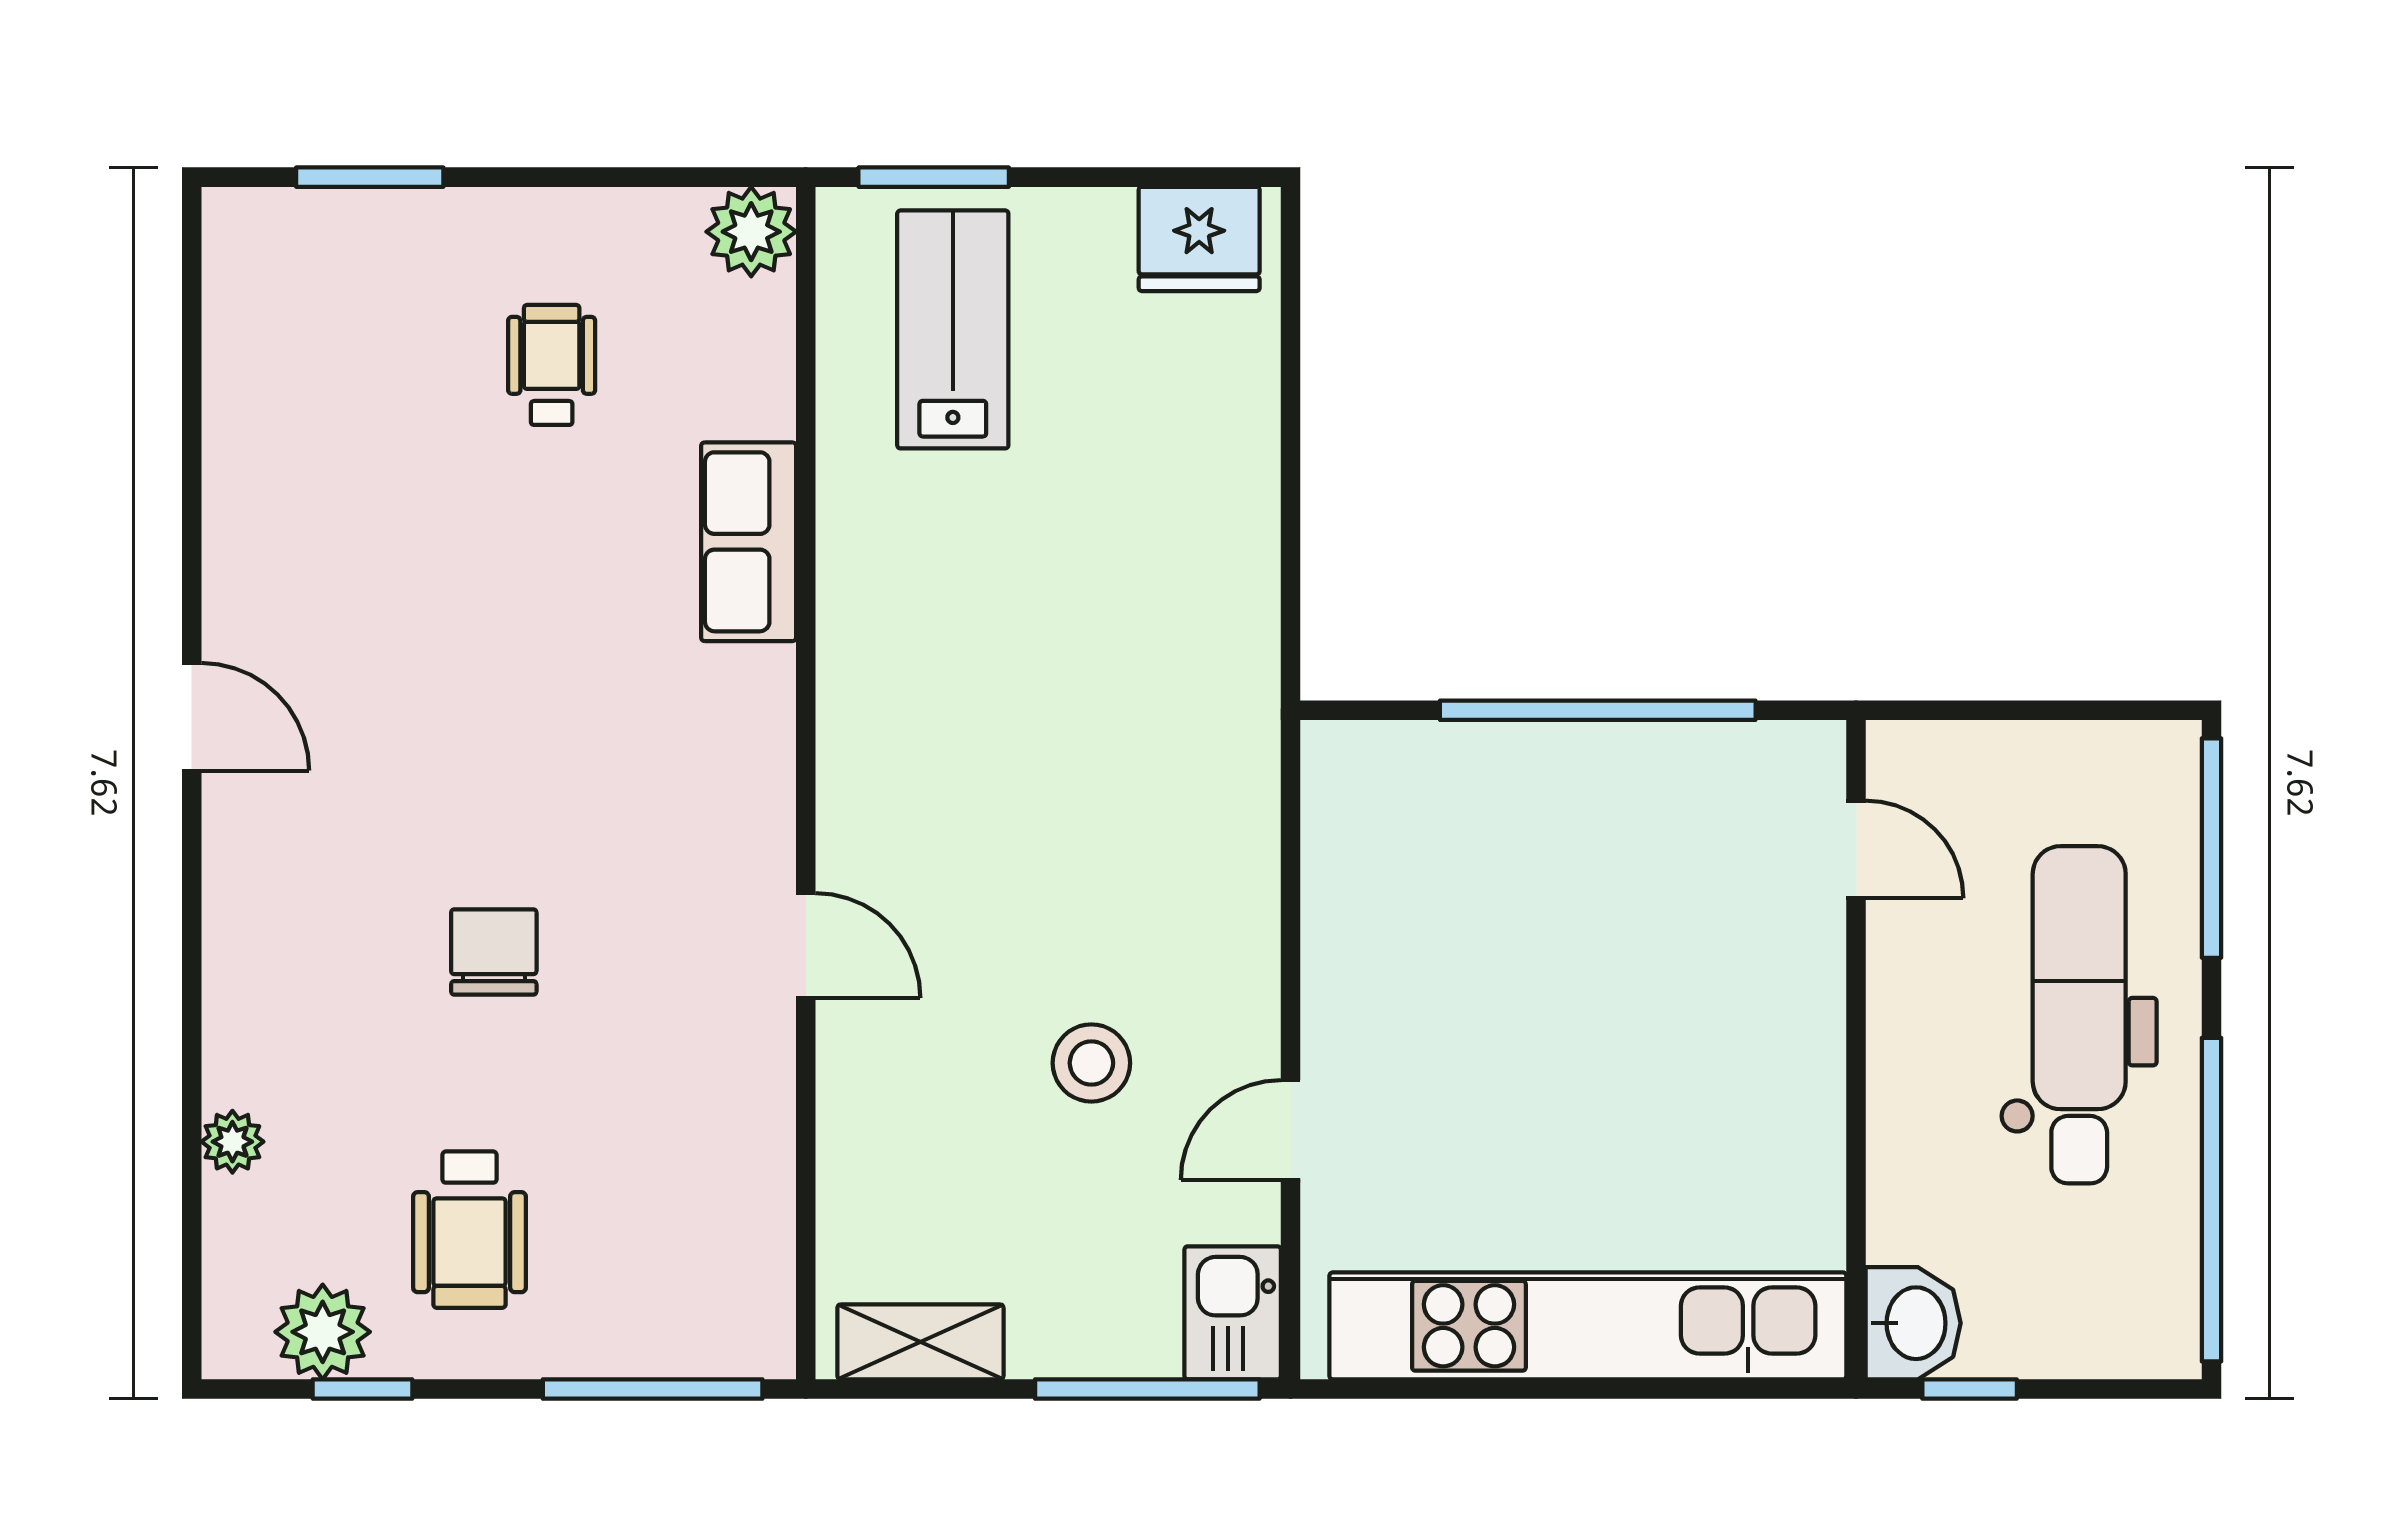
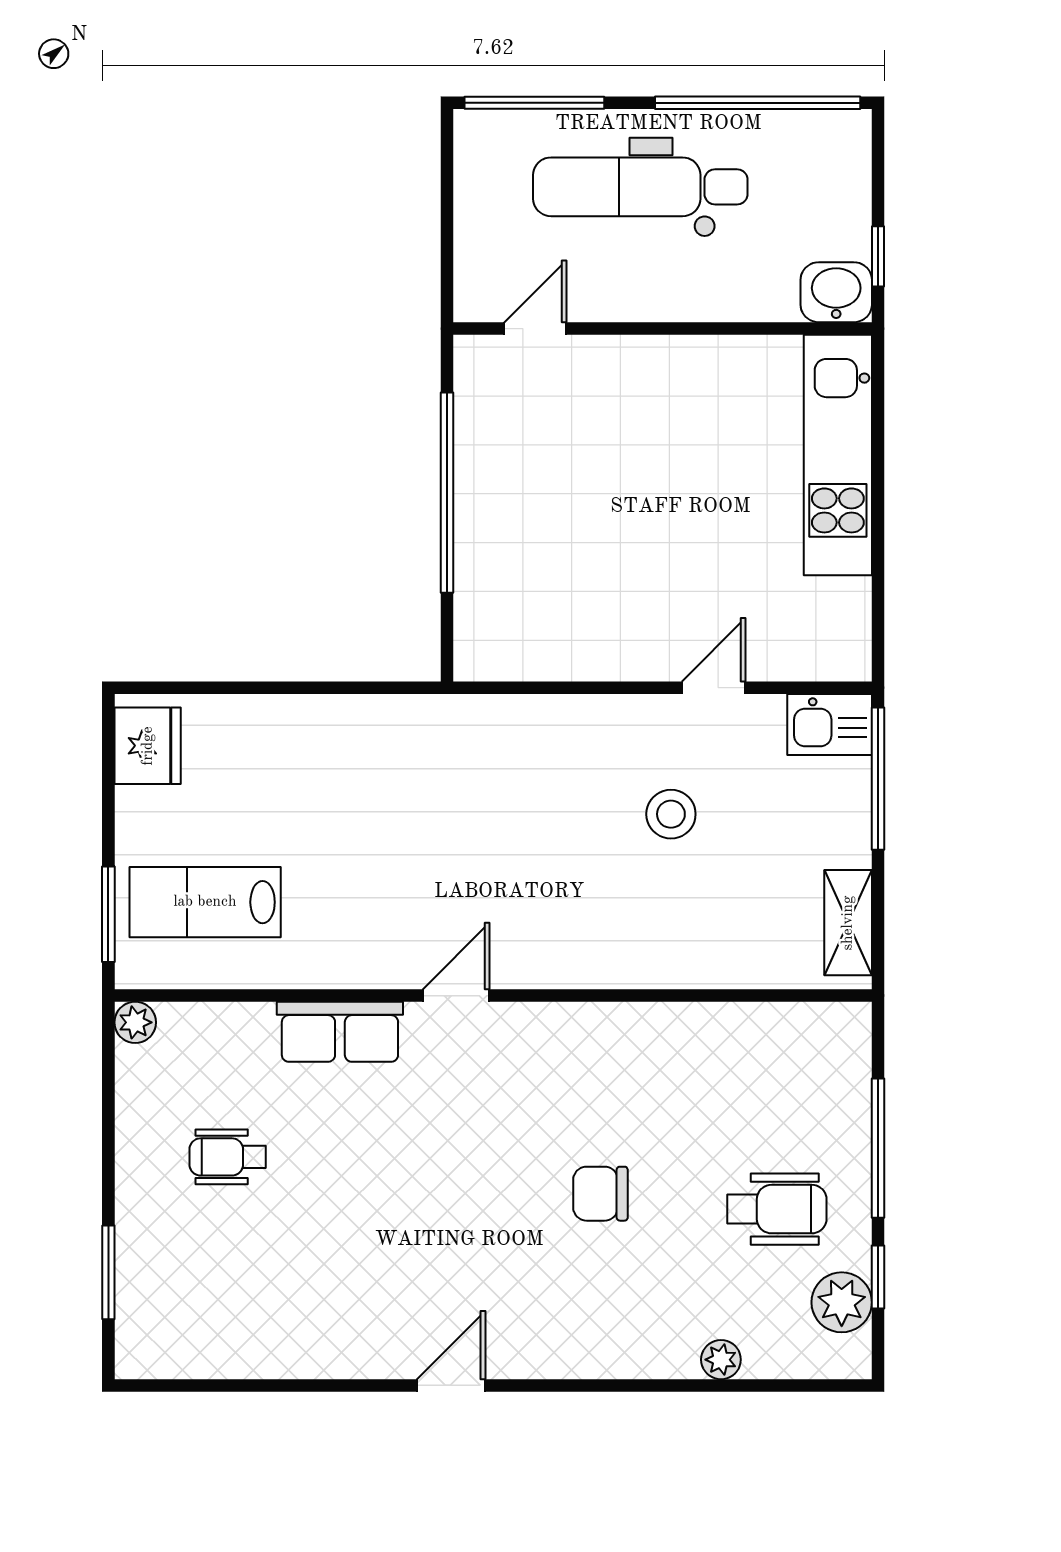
plant: (751, 232) -> (135, 1022), width x0.73, depth x0.73
door: (806, 946) -> (456, 996), moved
door: (1291, 1130) -> (714, 688), swing flipped
kitchen unit: (1588, 1326) -> (838, 455), width x0.73
window: (653, 1389) -> (878, 1148), moved

